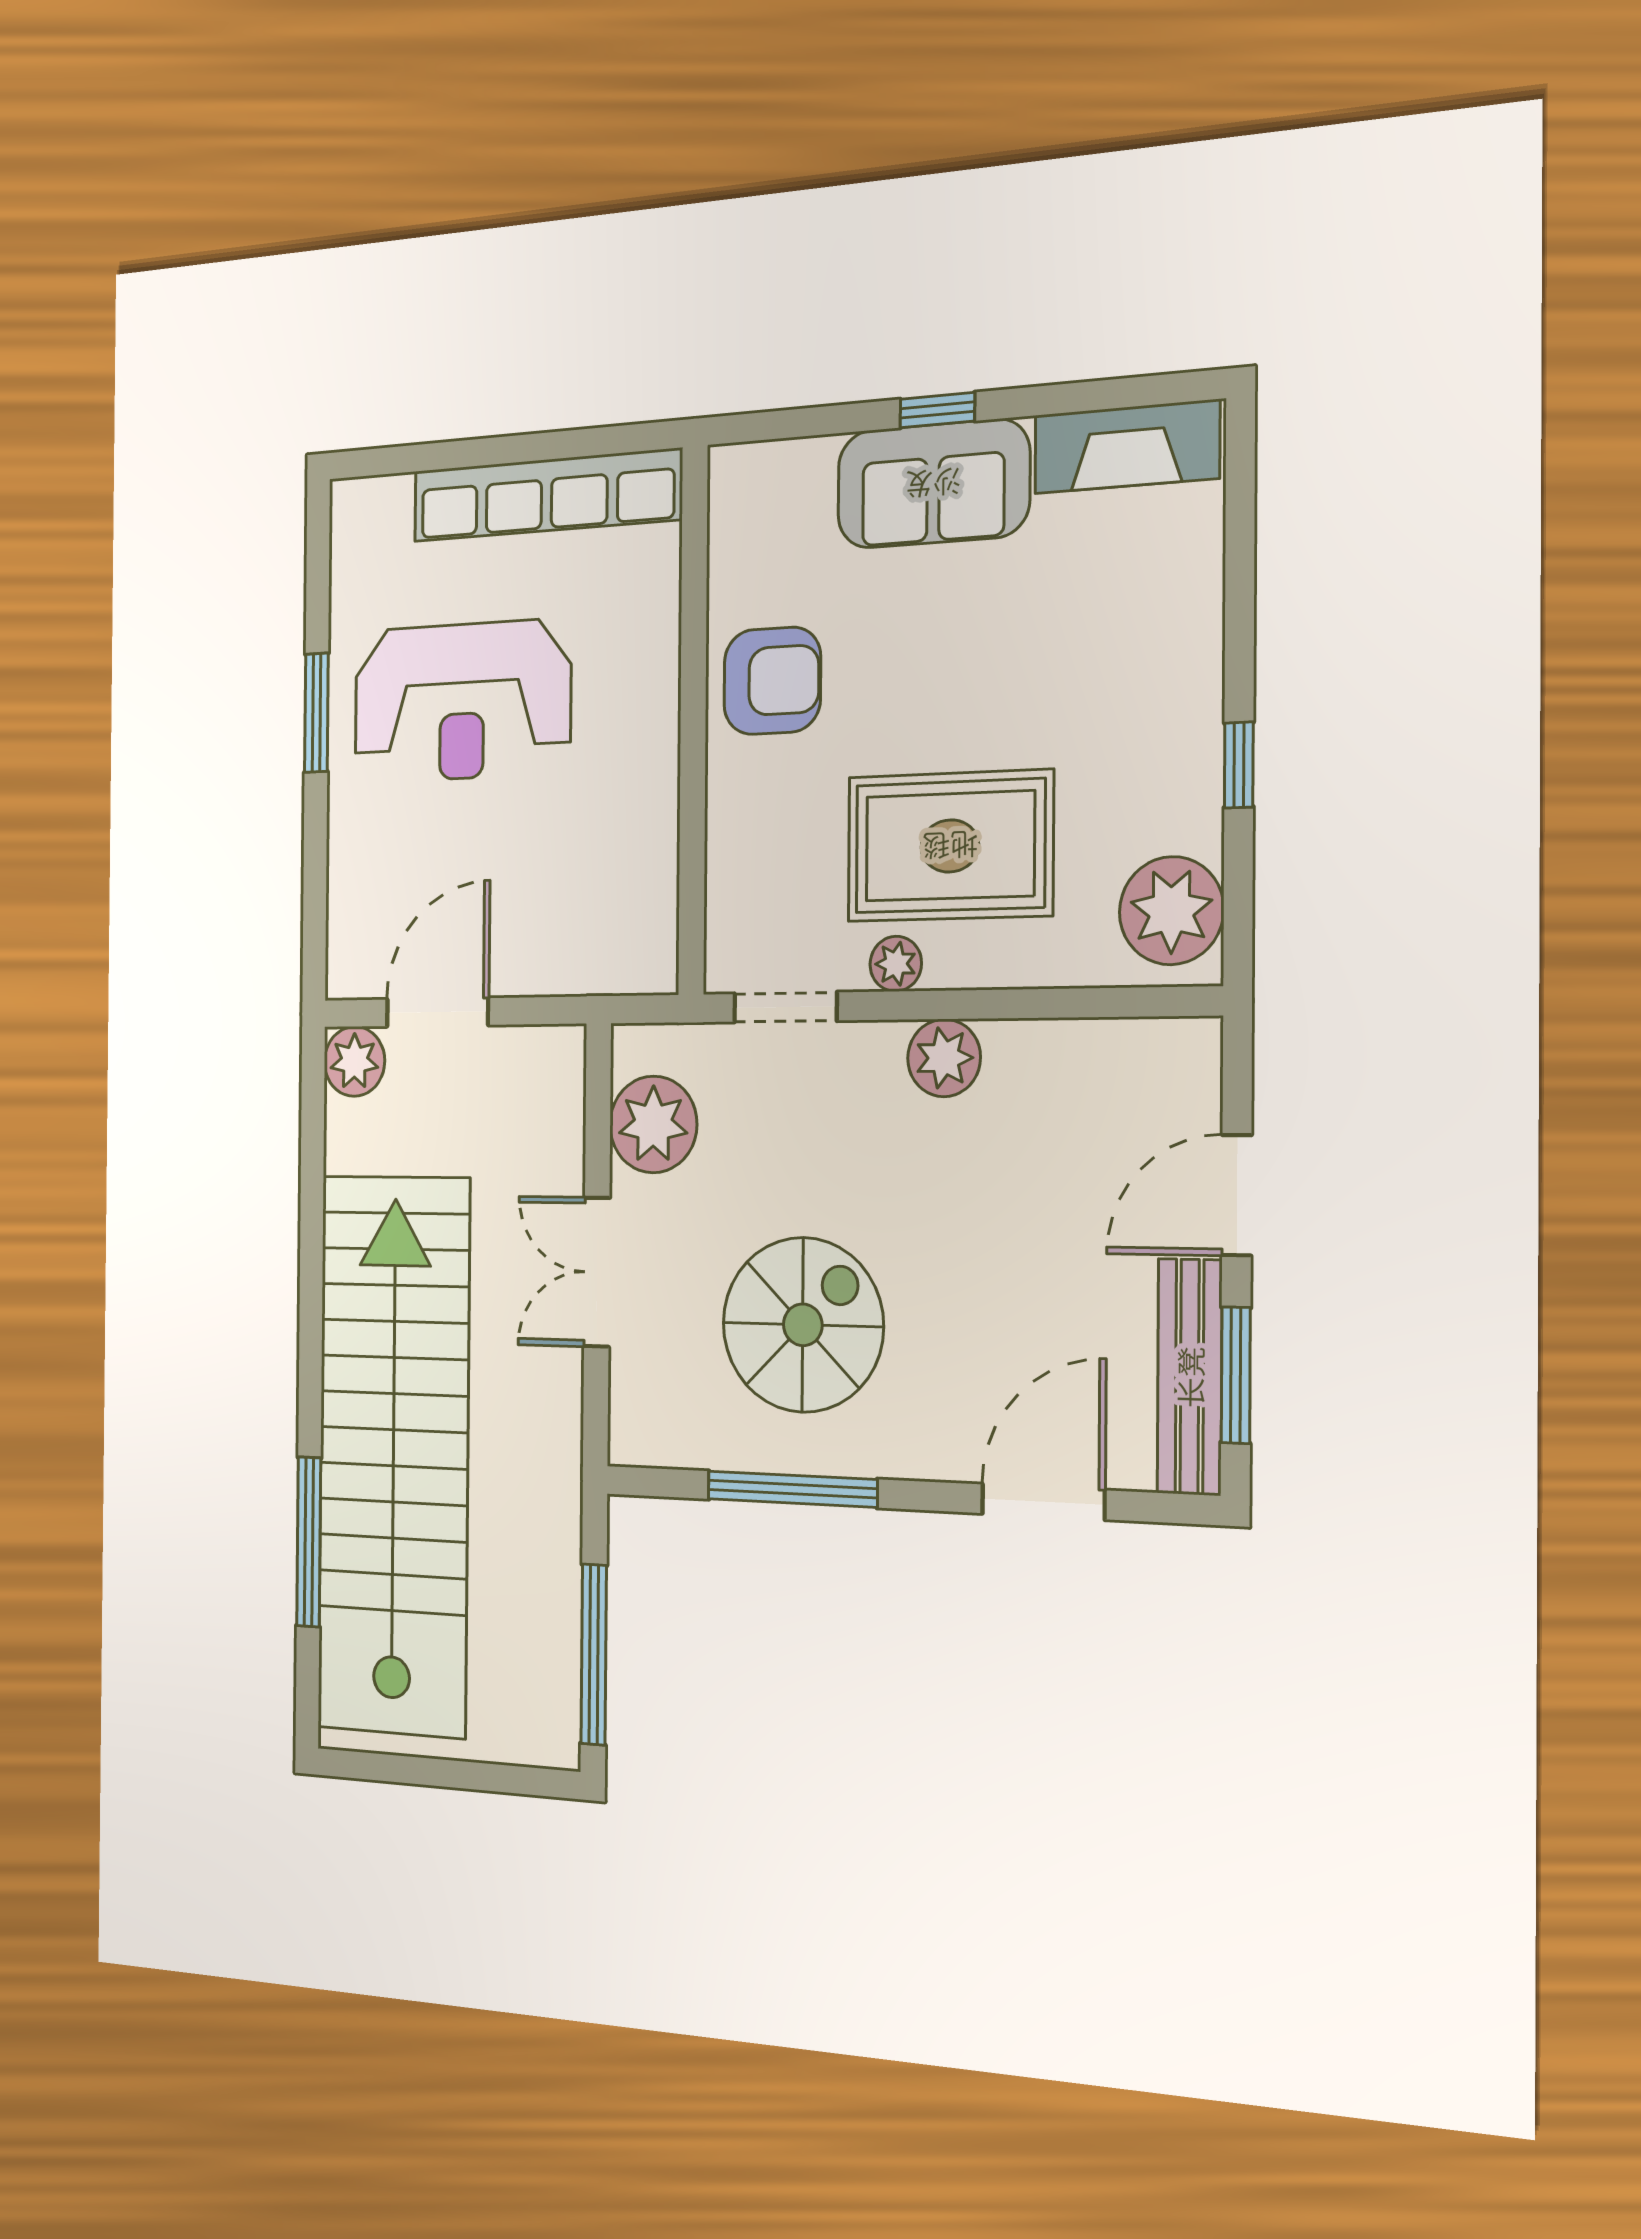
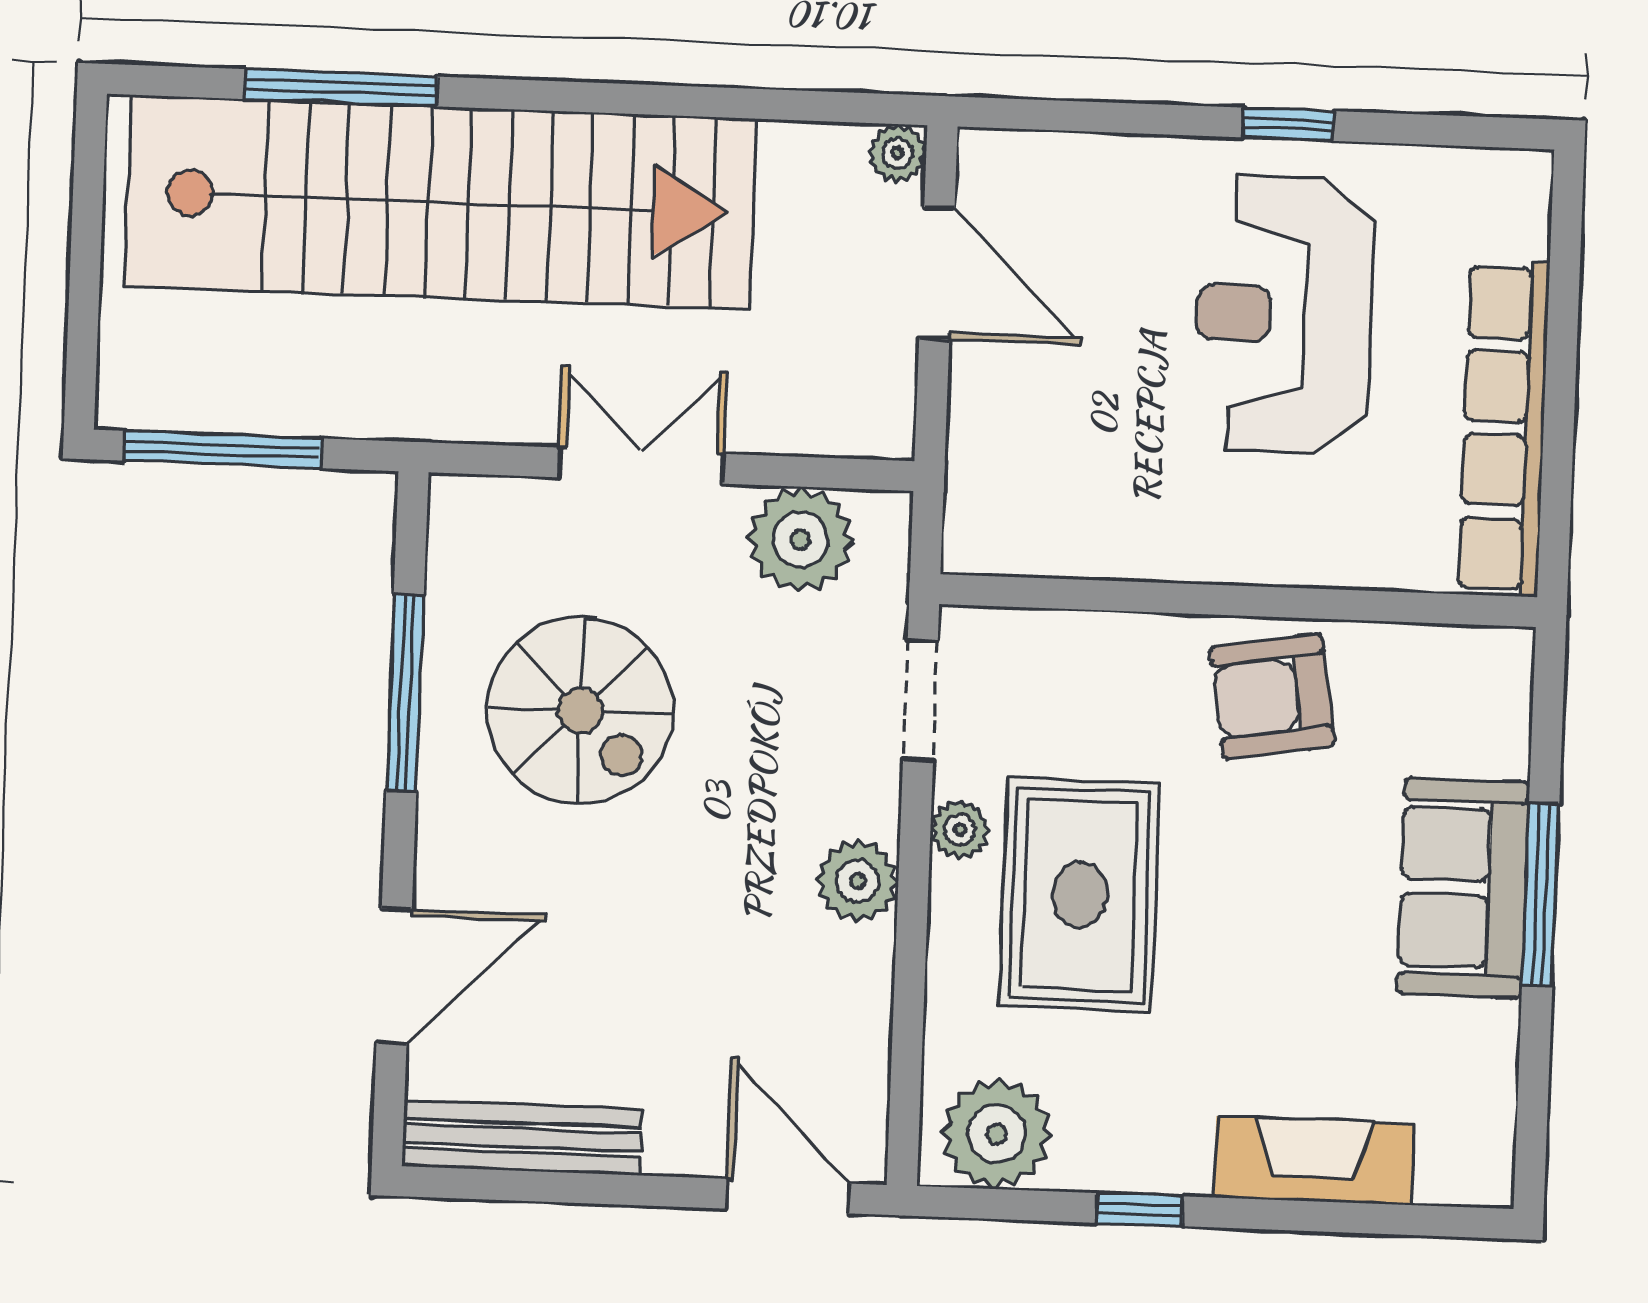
window: (937, 410) -> (1541, 895), width x2.17
fireplace: (1127, 447) -> (1314, 1161), moved, turned 90
armchair: (772, 681) -> (1272, 696), turned 81
window: (316, 713) -> (1288, 124), width x0.67
plant: (354, 1061) -> (898, 153), width x0.73, depth x0.73
door: (1237, 1195) -> (788, 1196), moved
window: (1236, 1375) -> (523, 1186), removed
door: (1043, 1502) -> (394, 976), hinge flipped

